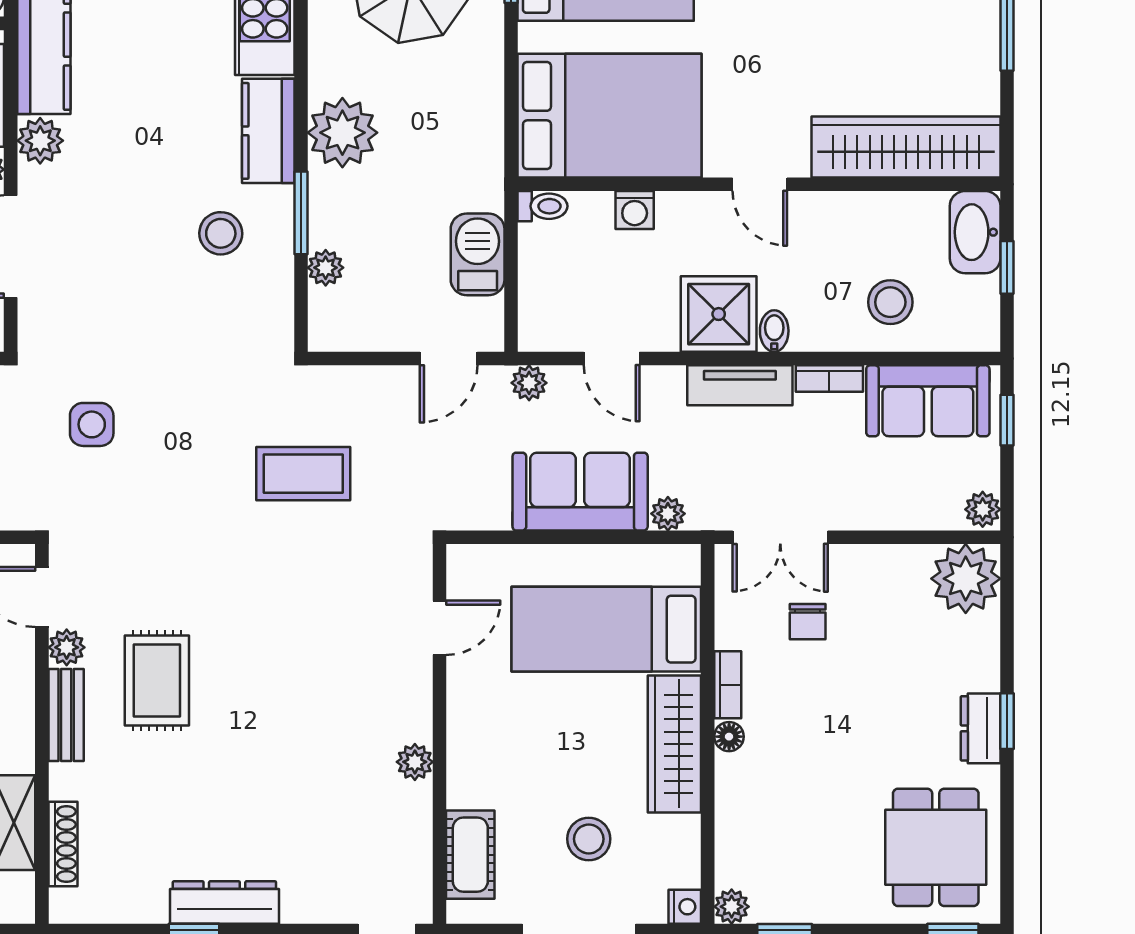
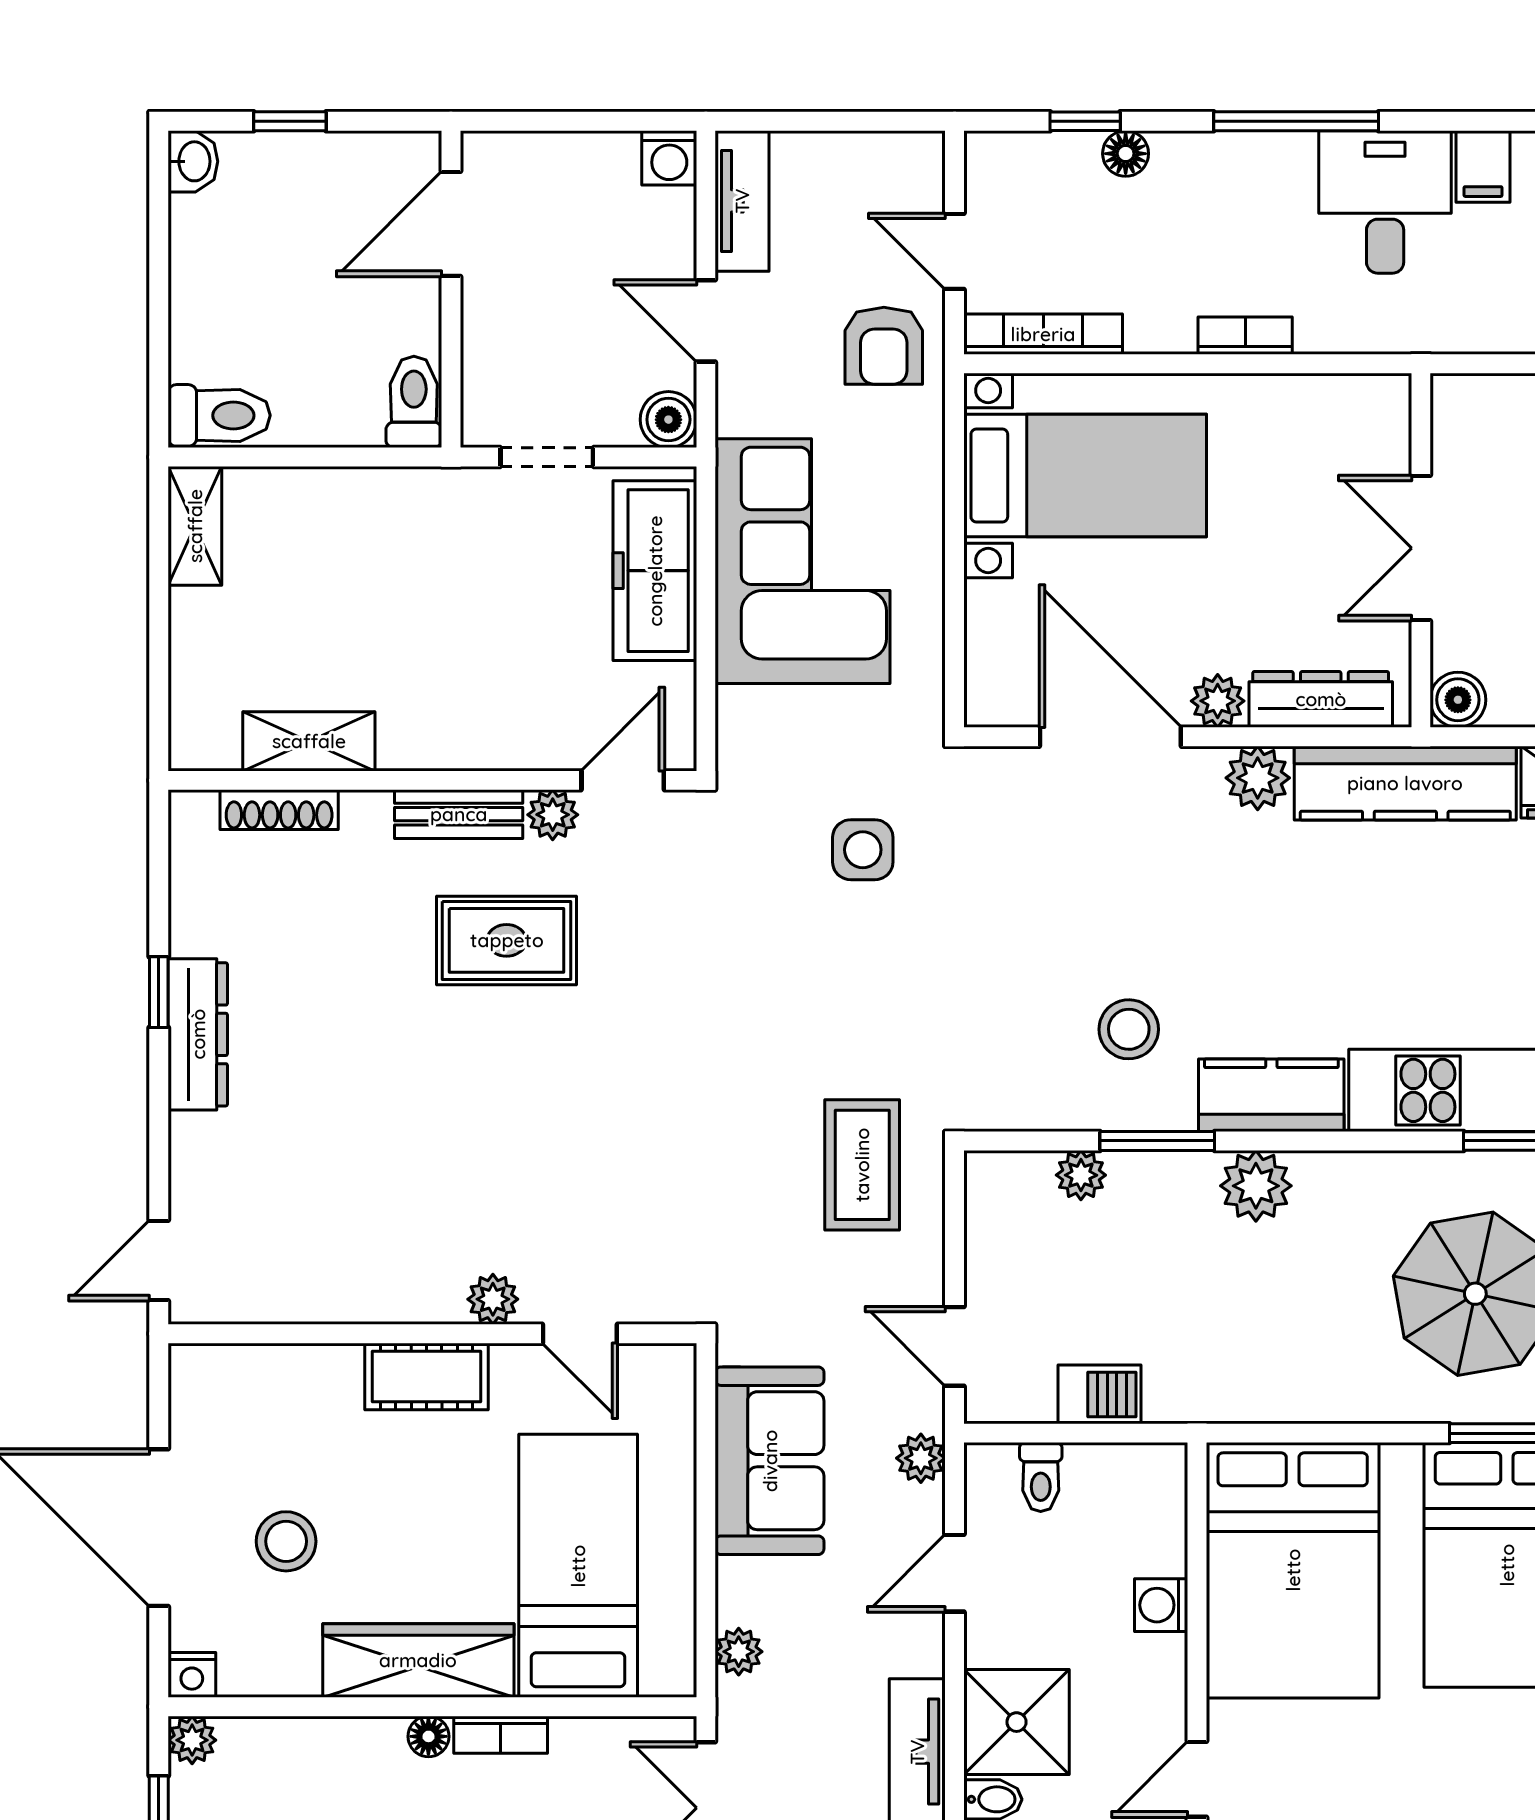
plant: (342, 133) -> (1256, 1186), width x0.73, depth x0.73
toilet: (543, 206) -> (1041, 1477), moved
barbecue: (478, 254) -> (1100, 1394), width x0.73, depth x0.79
coffee table: (303, 474) -> (862, 1165), moved
sofa: (580, 492) -> (770, 1461), moved
plant: (415, 762) -> (493, 1299), moved
cot: (470, 855) -> (426, 1376), moved

